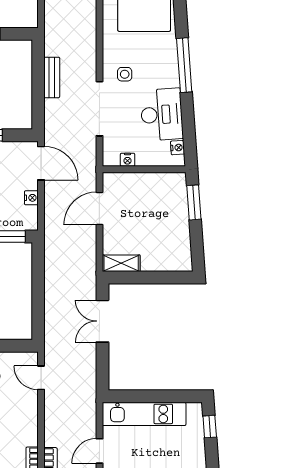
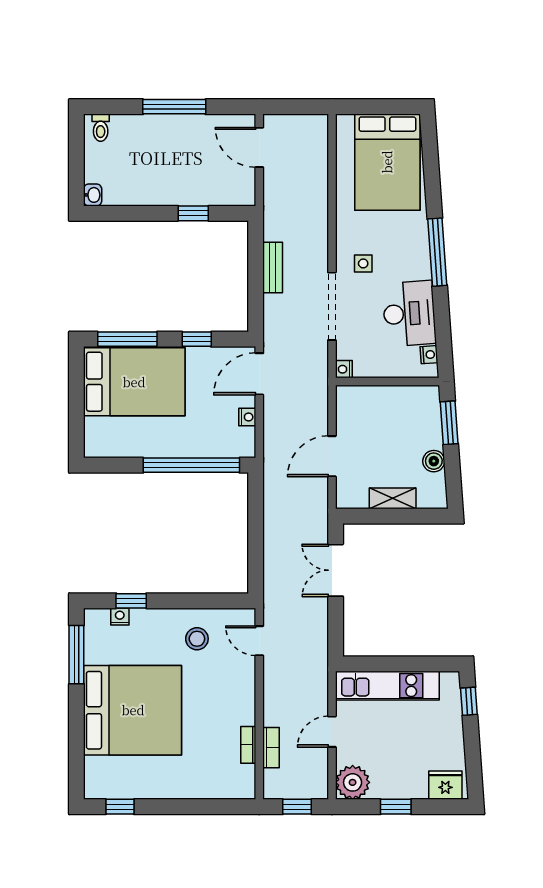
nightstand: (128, 160) -> (344, 369), moved, turned 90
door: (41, 163) -> (259, 374), swing flipped
door: (99, 208) -> (332, 456), moved
boiler: (181, 233) -> (434, 461), added
shelving: (121, 263) -> (393, 498), moved

